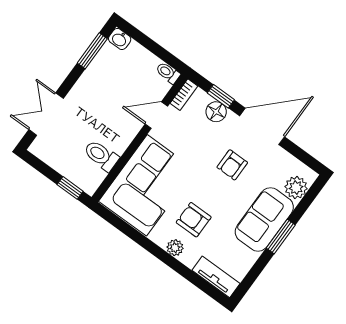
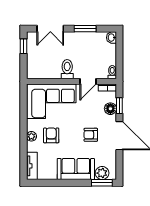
window: (92, 51) -> (85, 29), moved
double door: (46, 114) -> (50, 29), swing flipped
door: (156, 115) -> (88, 81), swing flipped
toilet: (101, 156) -> (67, 69), moved
window: (70, 188) -> (23, 46), moved
window: (281, 237) -> (102, 183), moved

